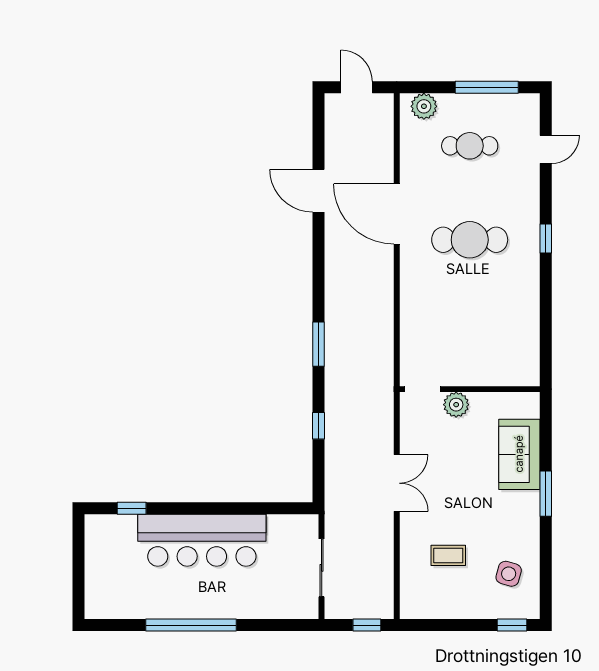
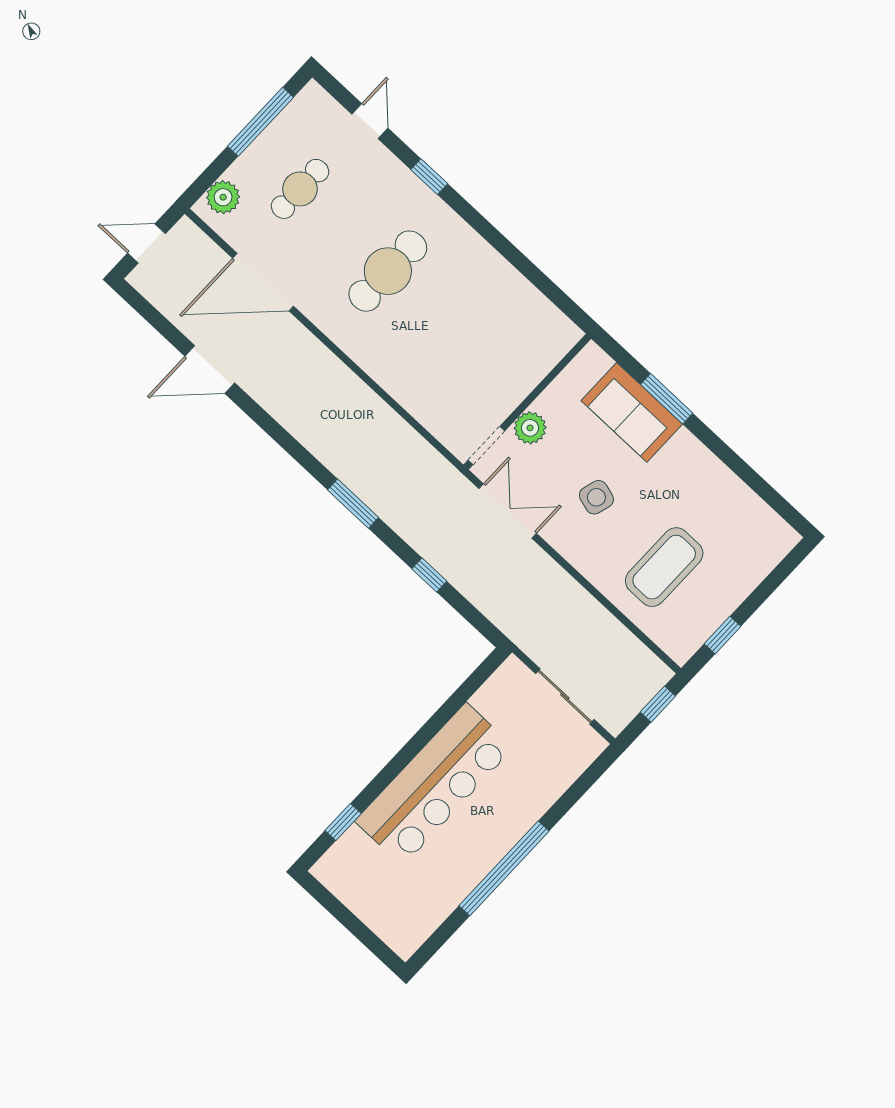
door: (397, 214) -> (263, 282), moved
window: (546, 239) -> (429, 177), moved
double door: (397, 483) -> (508, 511), moved
window: (546, 494) -> (667, 399), moved
coffee table: (448, 555) -> (664, 567), width x1.86, depth x1.72
side table: (509, 574) -> (596, 497), moved
window: (512, 625) -> (722, 635), moved

